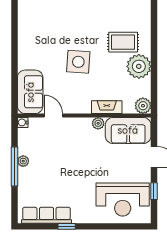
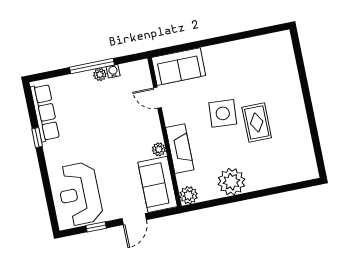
rug: (123, 42) -> (257, 123), moved
fireplace: (107, 107) -> (180, 149), width x1.37, depth x1.32
door: (53, 115) -> (157, 98), swing flipped
water cooler: (23, 122) -> (113, 71), moved

